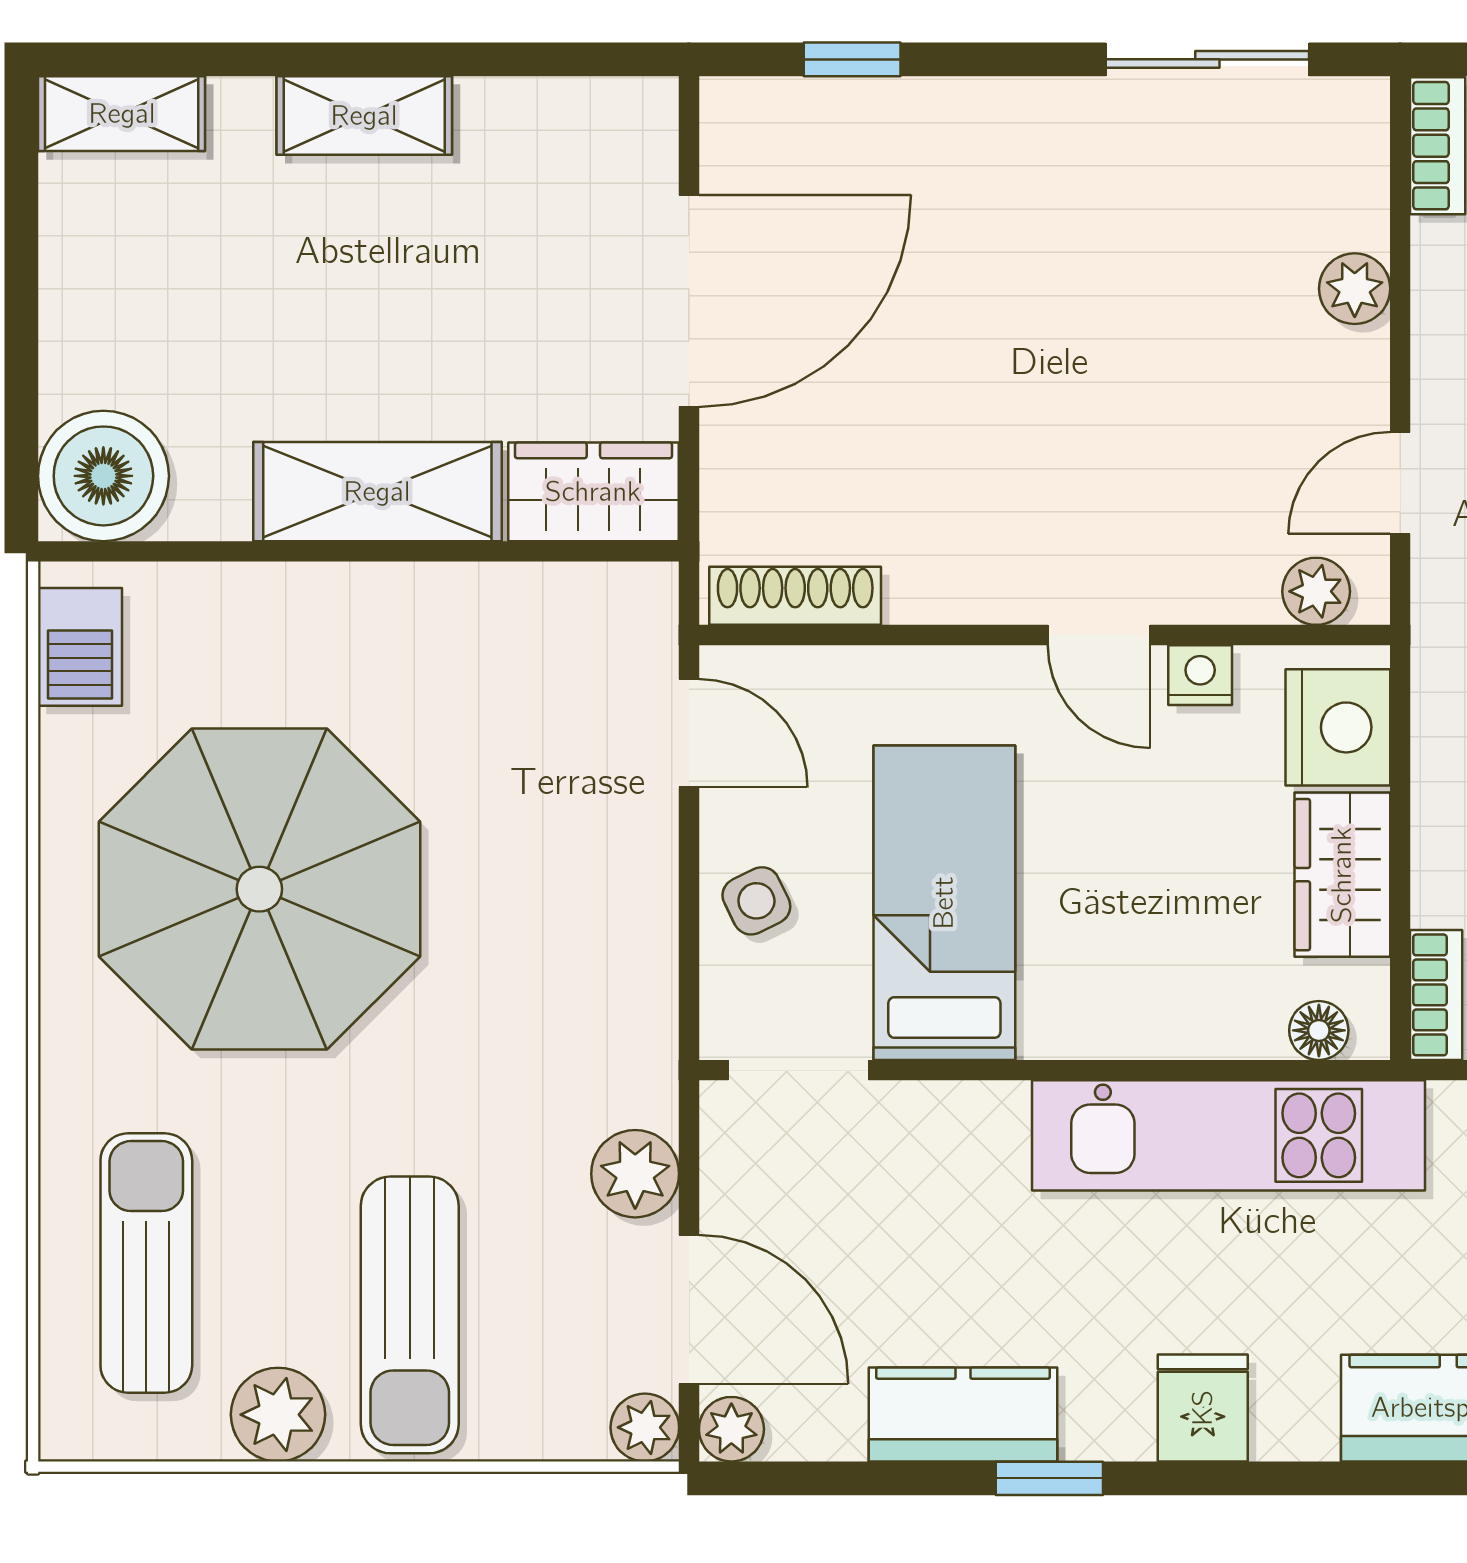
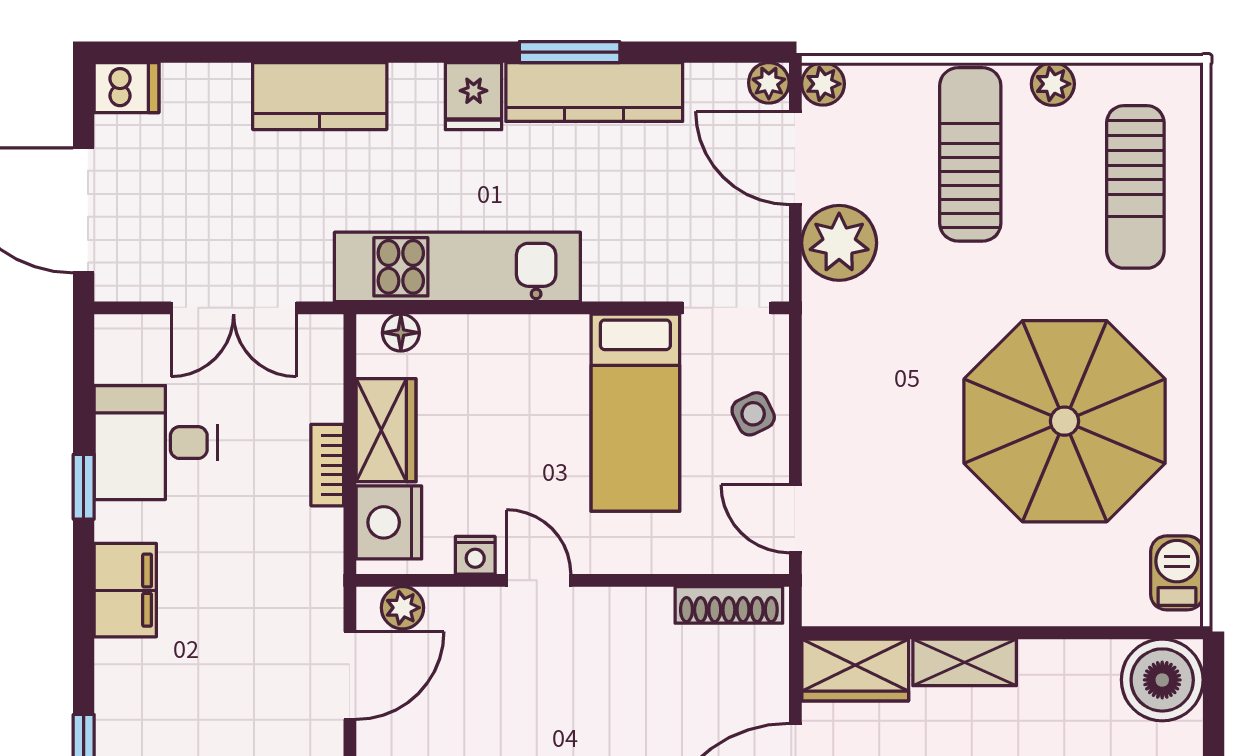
door: (1400, 483) -> (350, 676), width x1.38
shelving: (377, 492) -> (965, 662), width x0.67, depth x0.75
bookcase: (1436, 995) -> (327, 465), moved
plant: (635, 1174) -> (839, 243), width x1.36, depth x1.36
plant: (278, 1415) -> (1053, 84), width x0.73, depth x0.73
kitchen counter: (963, 1415) -> (594, 92), width x1.50
window: (1049, 1478) -> (570, 52), width x1.50

